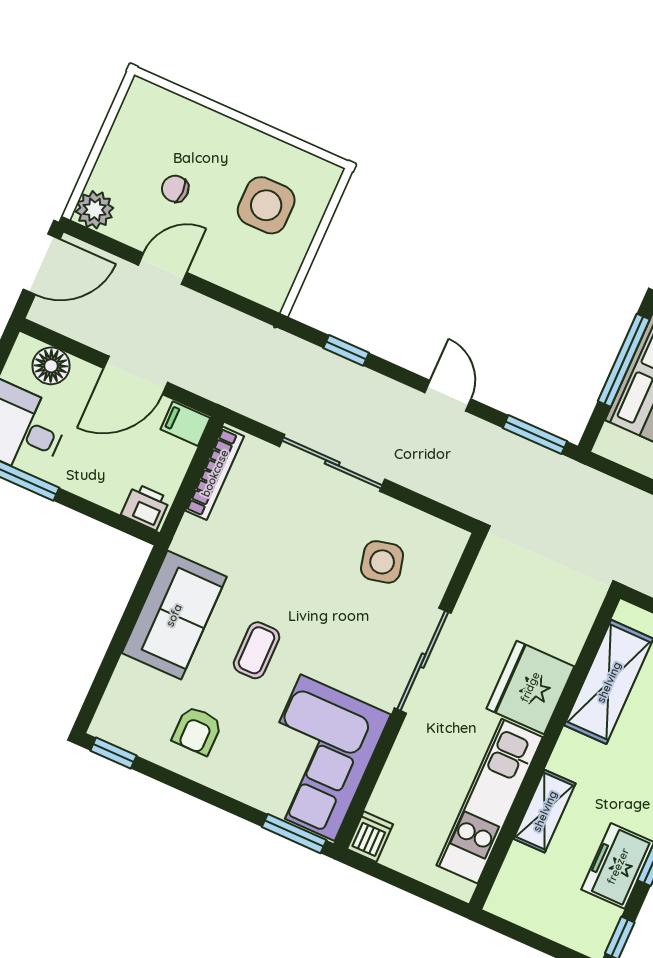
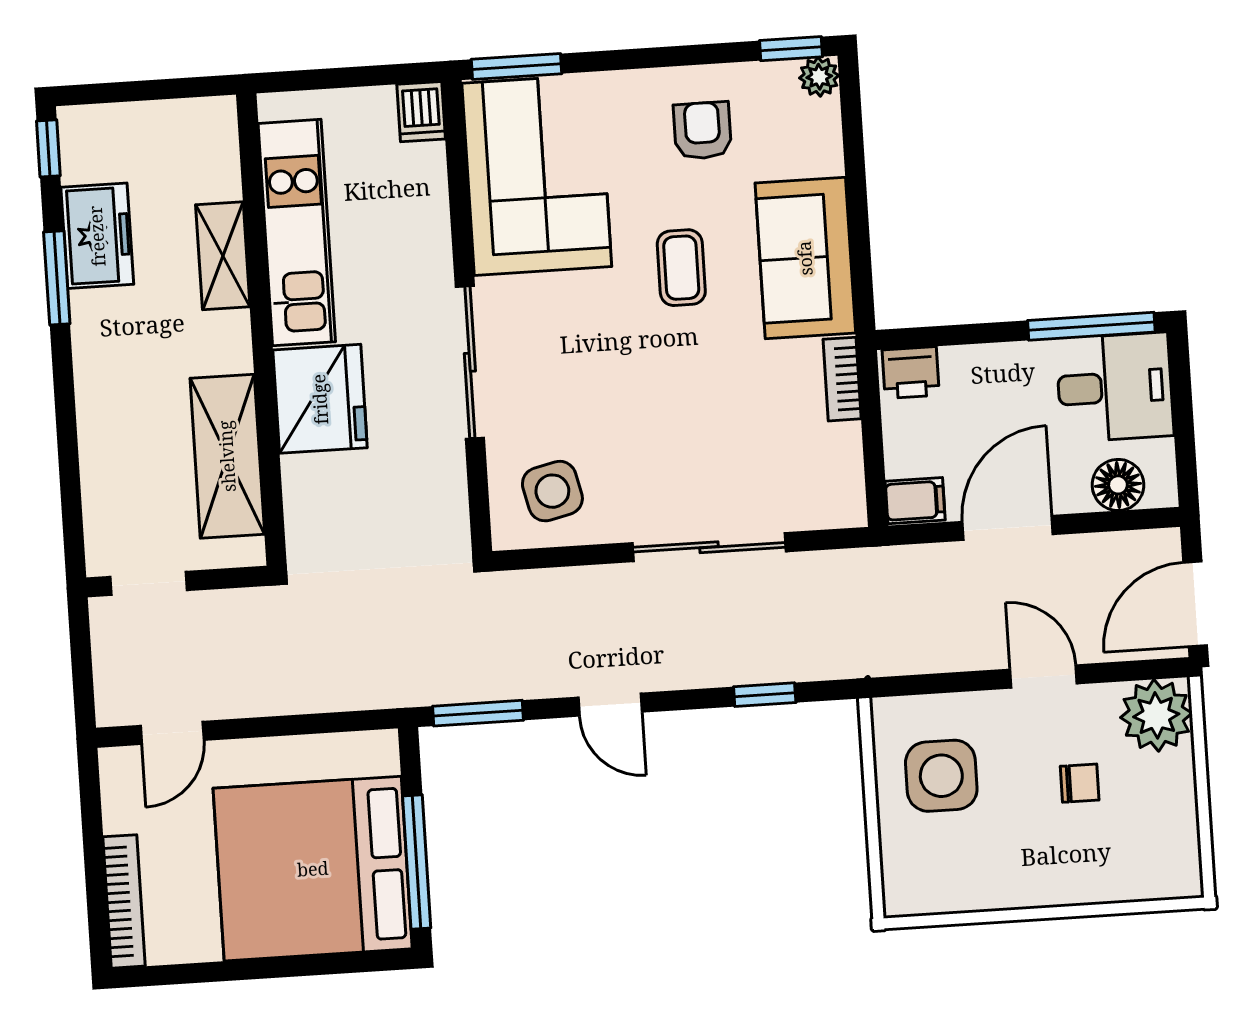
side table: (266, 205) -> (941, 776), moved
plant: (95, 210) -> (1156, 715), width x1.36, depth x1.36
door: (162, 269) -> (1044, 677), swing flipped
bookcase: (215, 473) -> (842, 379), moved, width x0.64
side table: (382, 562) -> (552, 491), moved
plant: (105, 726) -> (819, 77), added

